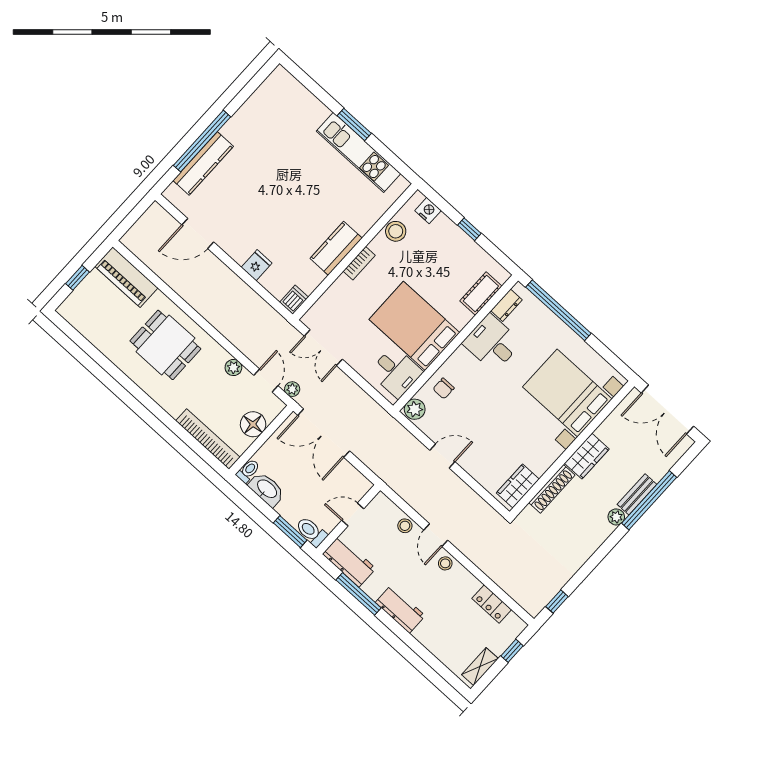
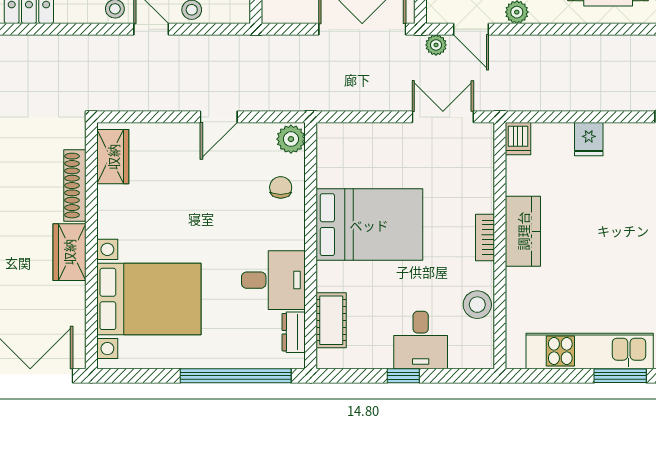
nightstand: (428, 211) -> (463, 356), removed
desk: (396, 372) -> (421, 340), moved, turned -90

